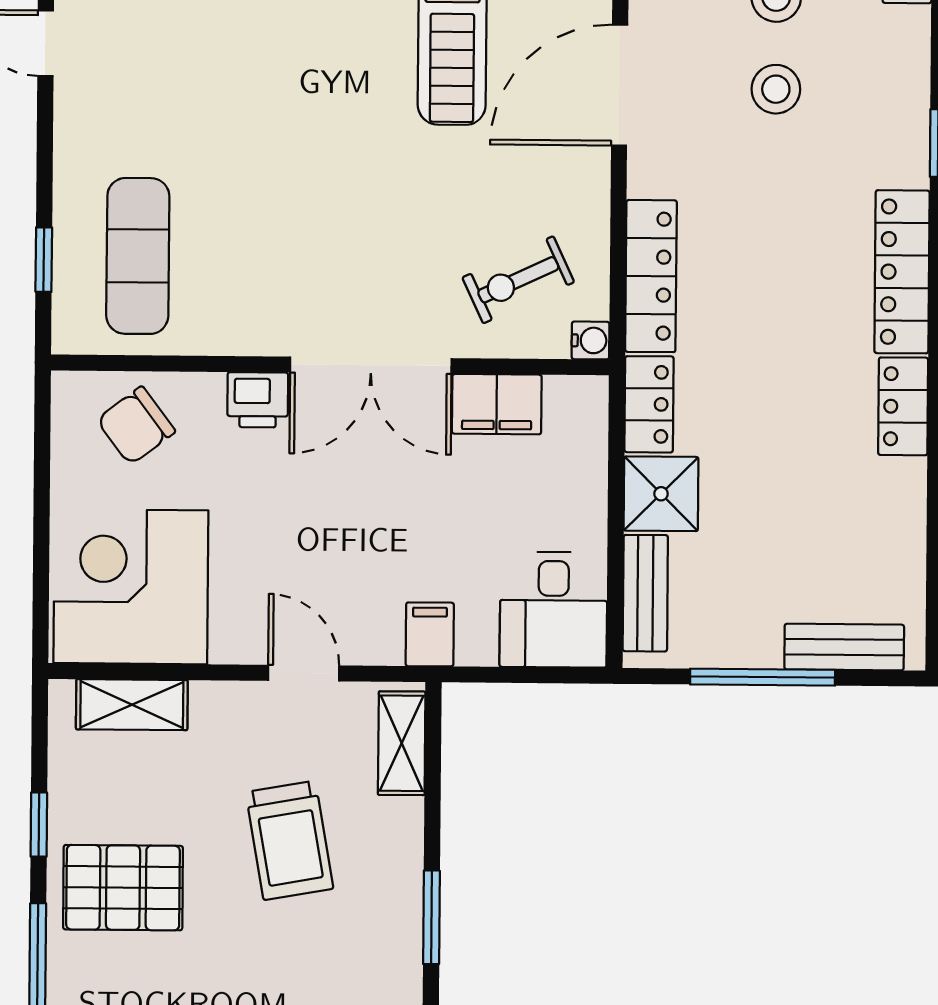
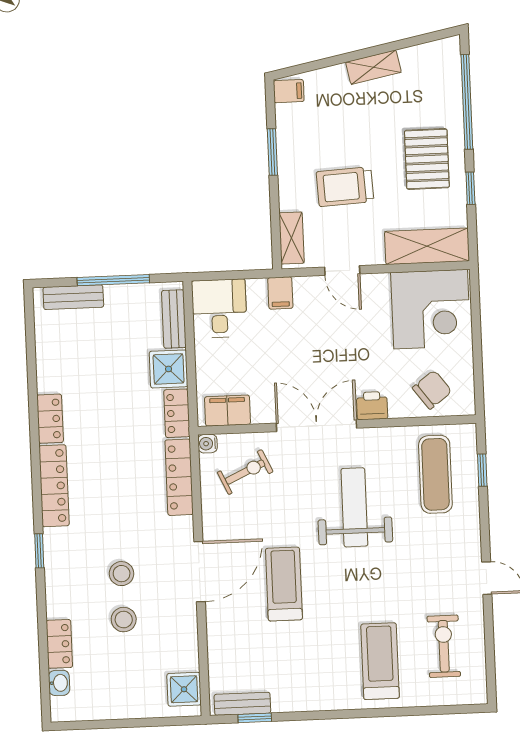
weight bench: (303, 198) -> (354, 507), added
filing cabinet: (497, 404) -> (228, 411), moved
shelving: (132, 705) -> (427, 246), width x1.50, depth x1.33
trolley: (289, 840) -> (345, 187), turned -83
pallet: (123, 888) -> (427, 159), turned 90

